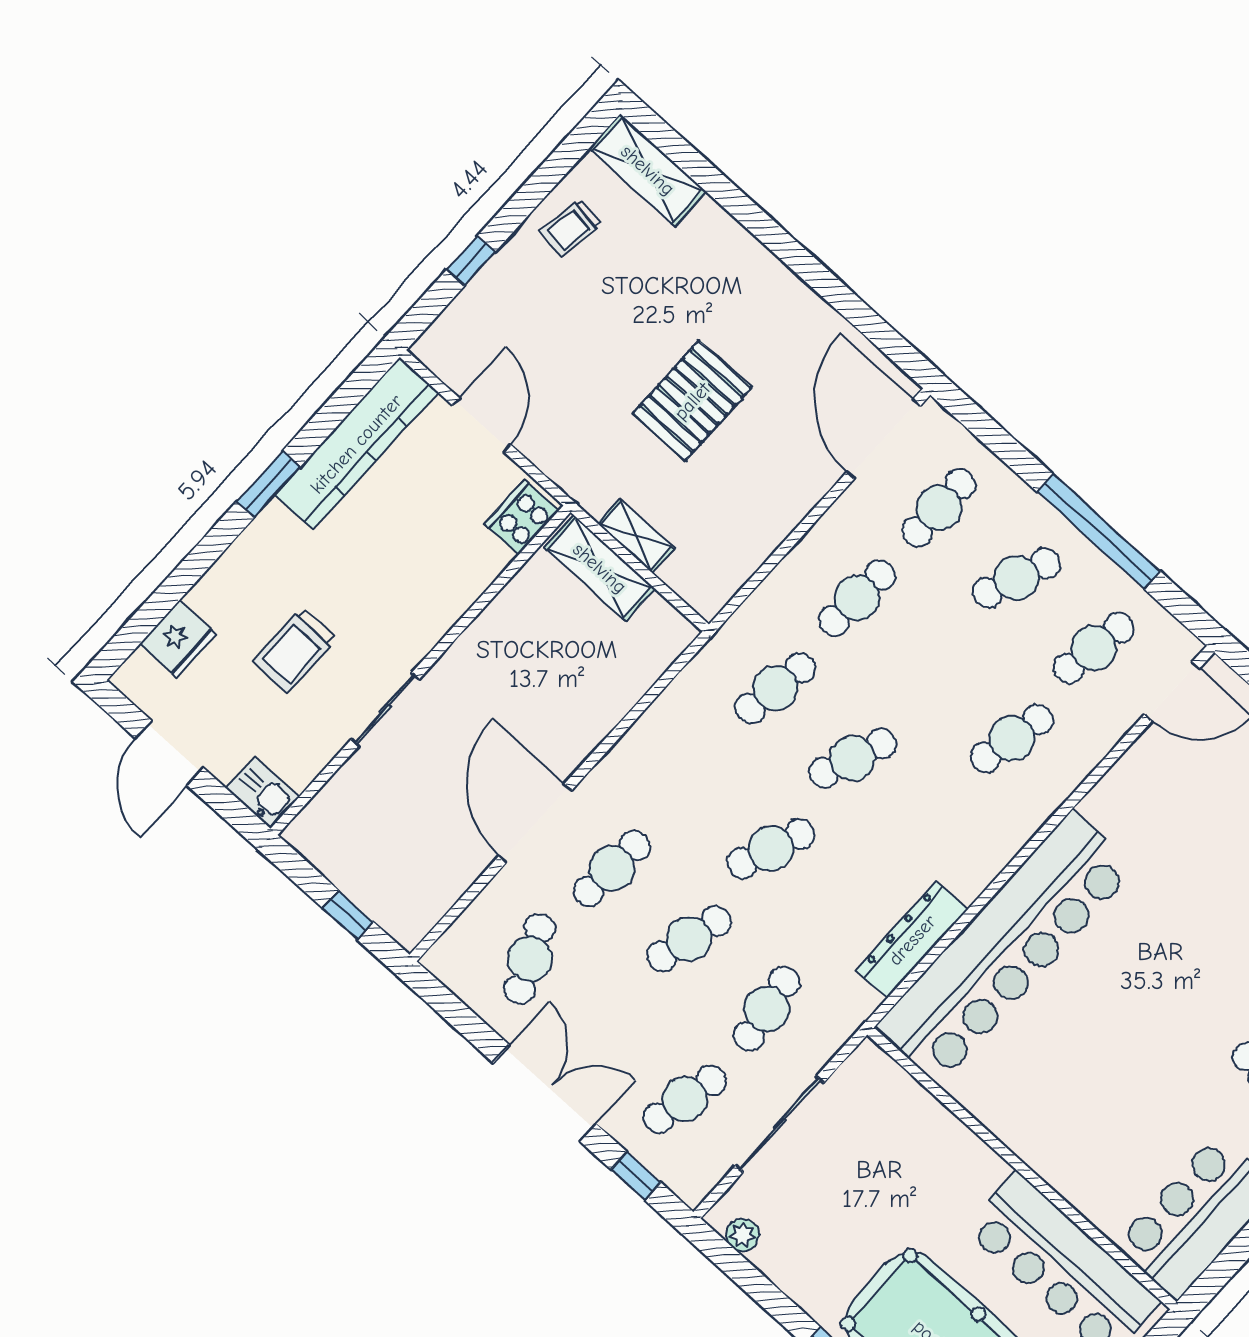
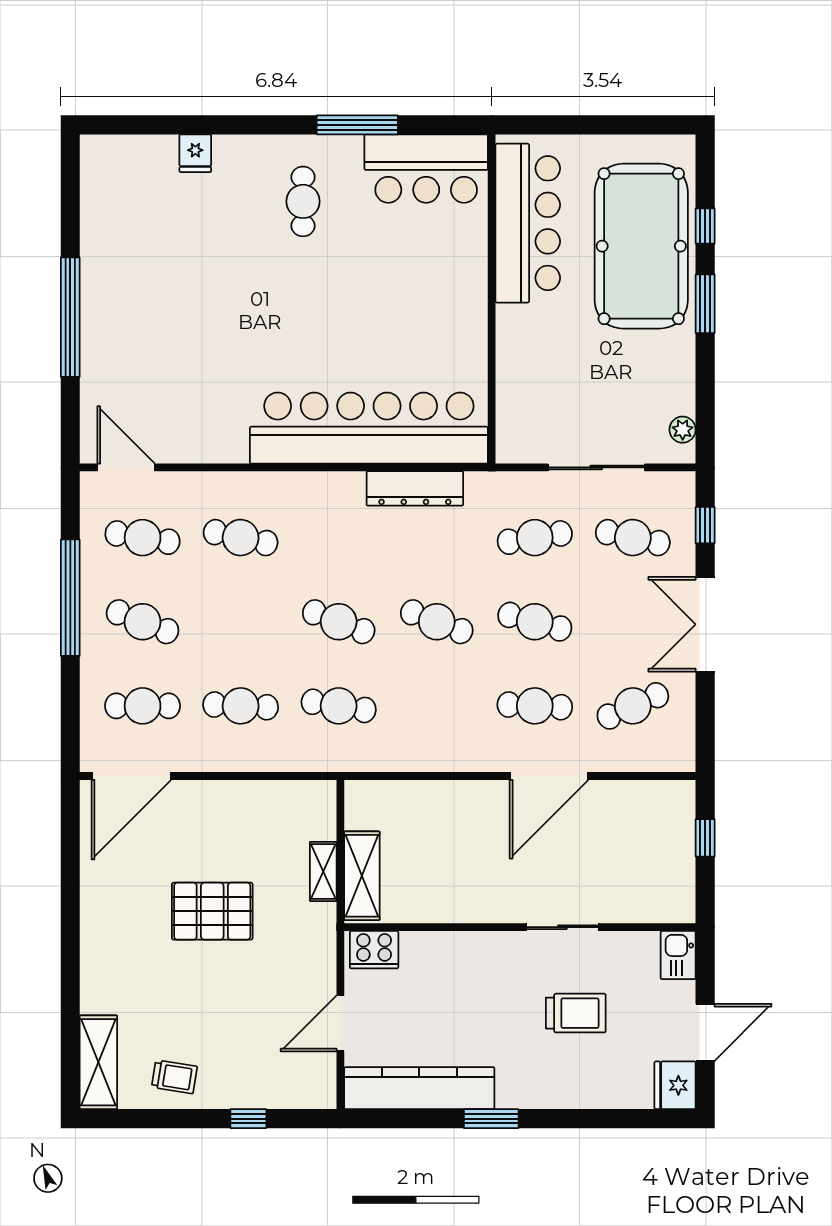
fridge: (178, 639) -> (675, 1085), moved, turned -90

